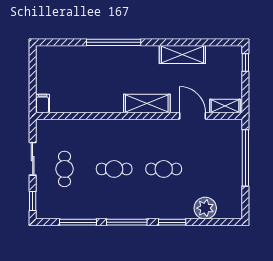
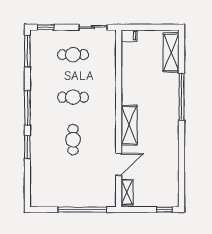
shelving: (182, 55) -> (171, 52), moved
sliding door: (33, 159) -> (93, 27), moved
cafe table: (114, 169) -> (73, 97), turned 90
plant: (205, 208) -> (39, 175), removed
window: (78, 222) -> (27, 51), moved

